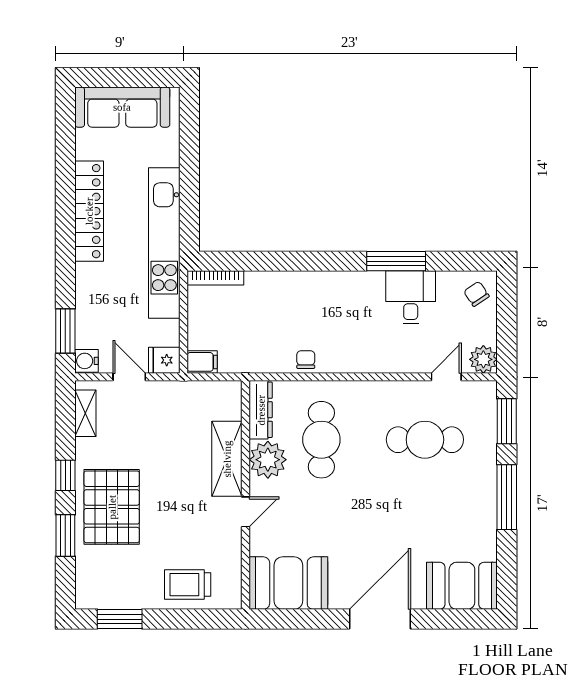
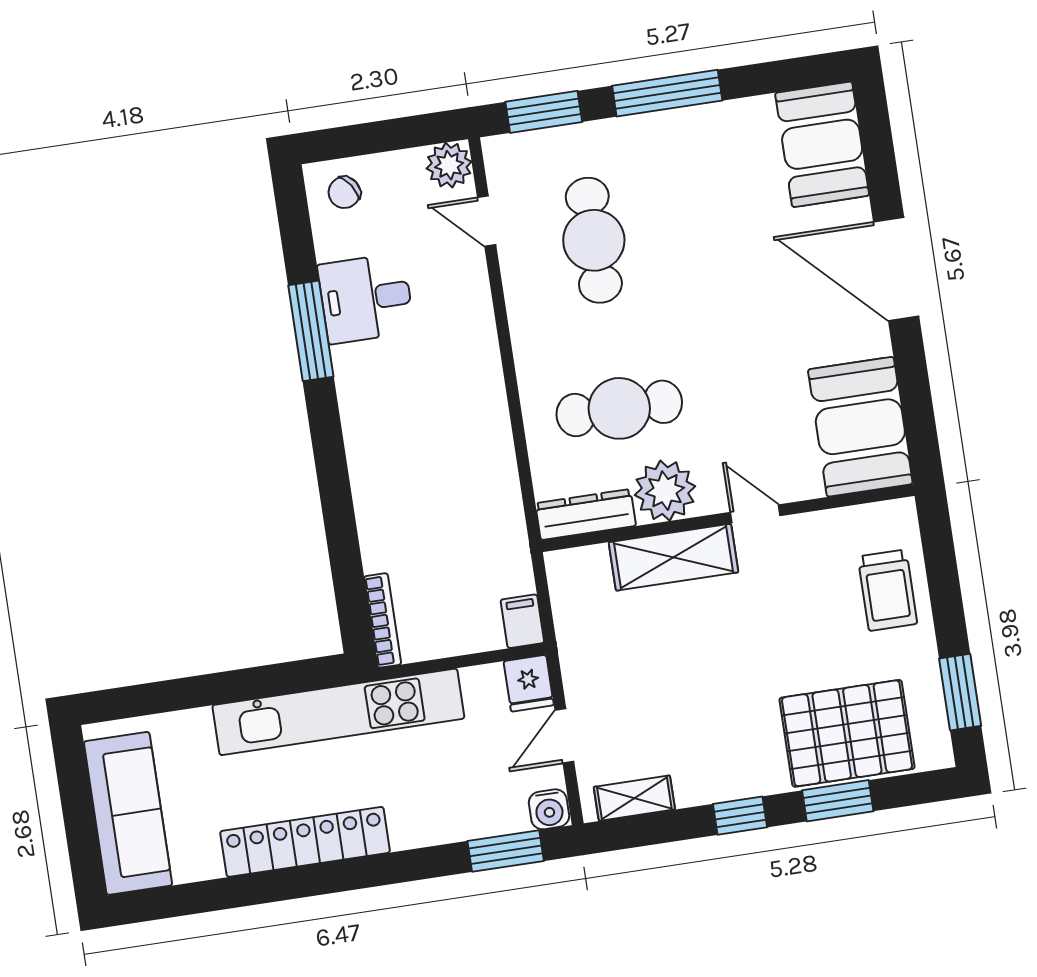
chair: (306, 360) -> (493, 453), removed
pallet: (112, 507) -> (847, 733), moved

